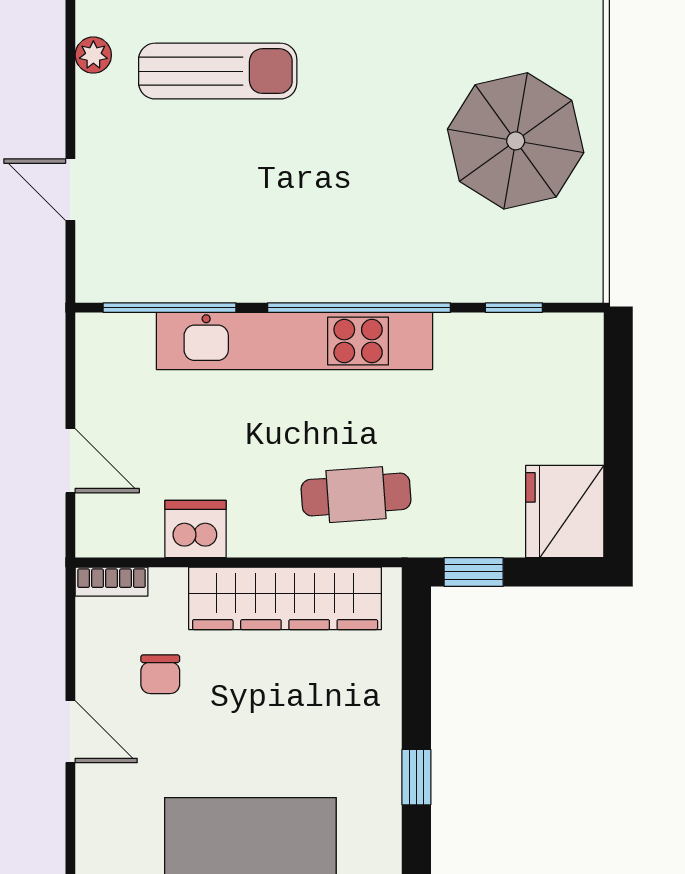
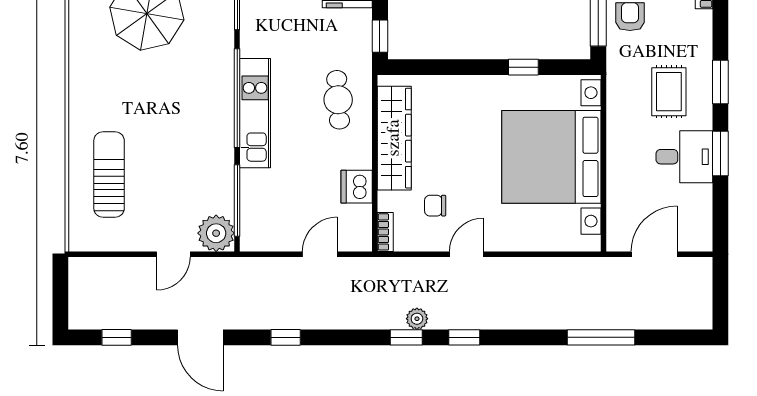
plant: (93, 55) -> (216, 233), moved, width x1.88, depth x1.88
kitchen unit: (295, 341) -> (255, 113), width x0.73
chair: (160, 674) -> (435, 206), turned 180
window: (416, 777) -> (523, 67), moved

